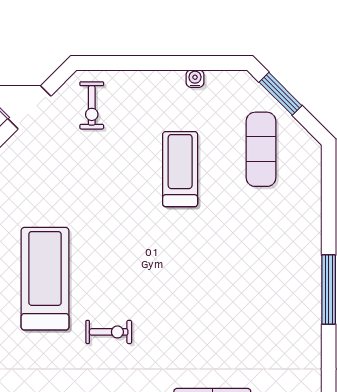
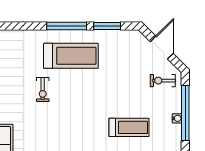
window: (153, 63) -> (185, 113), added
water cooler: (195, 79) -> (177, 118), moved

